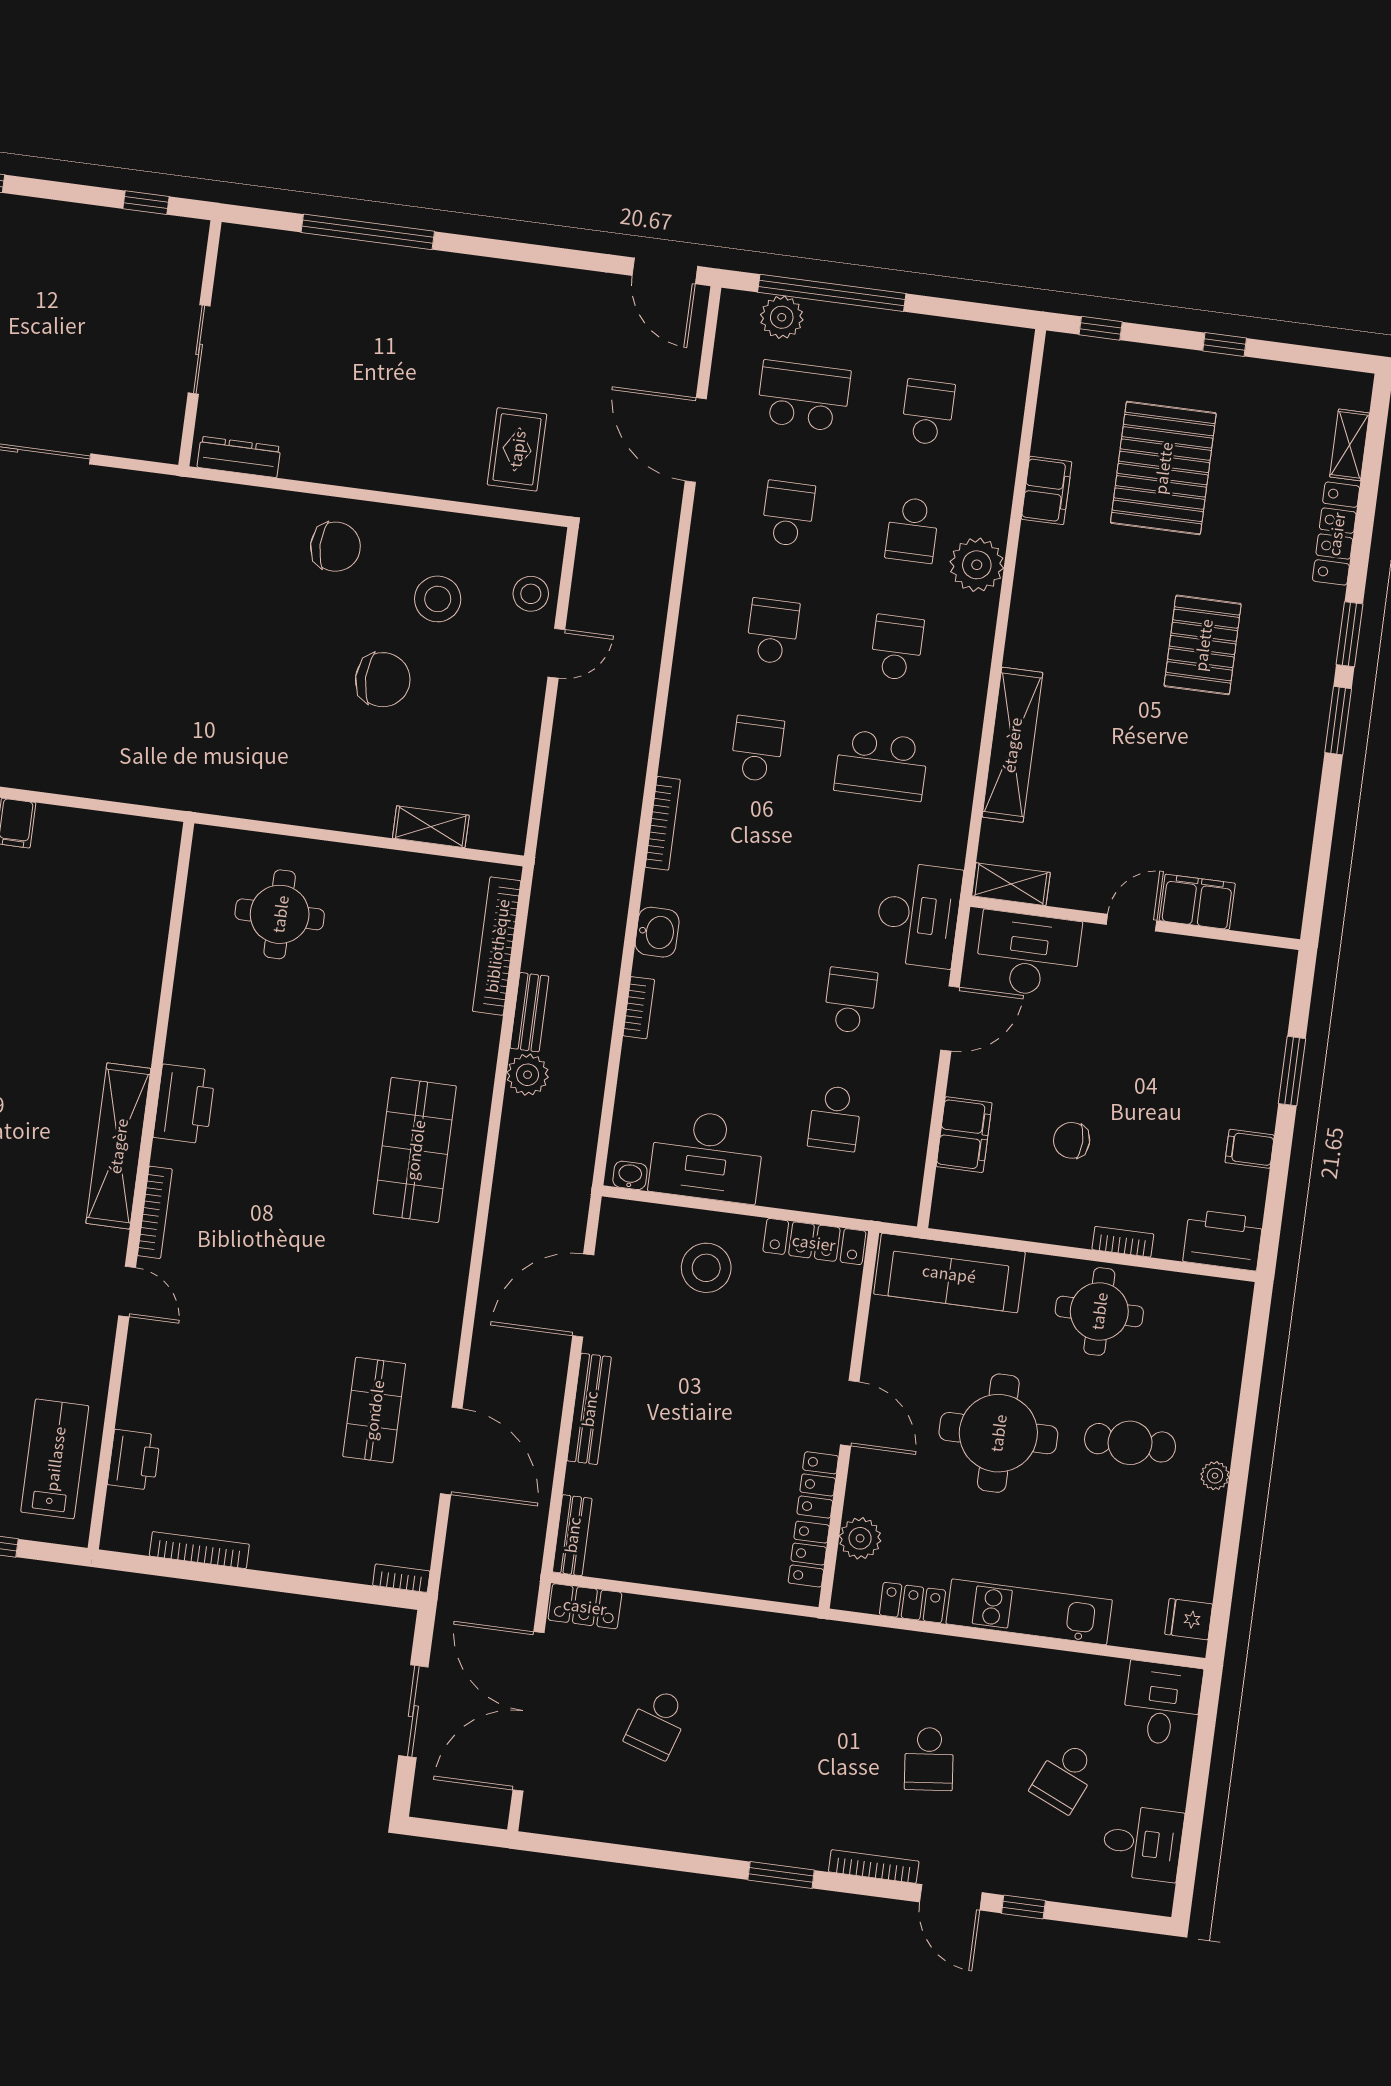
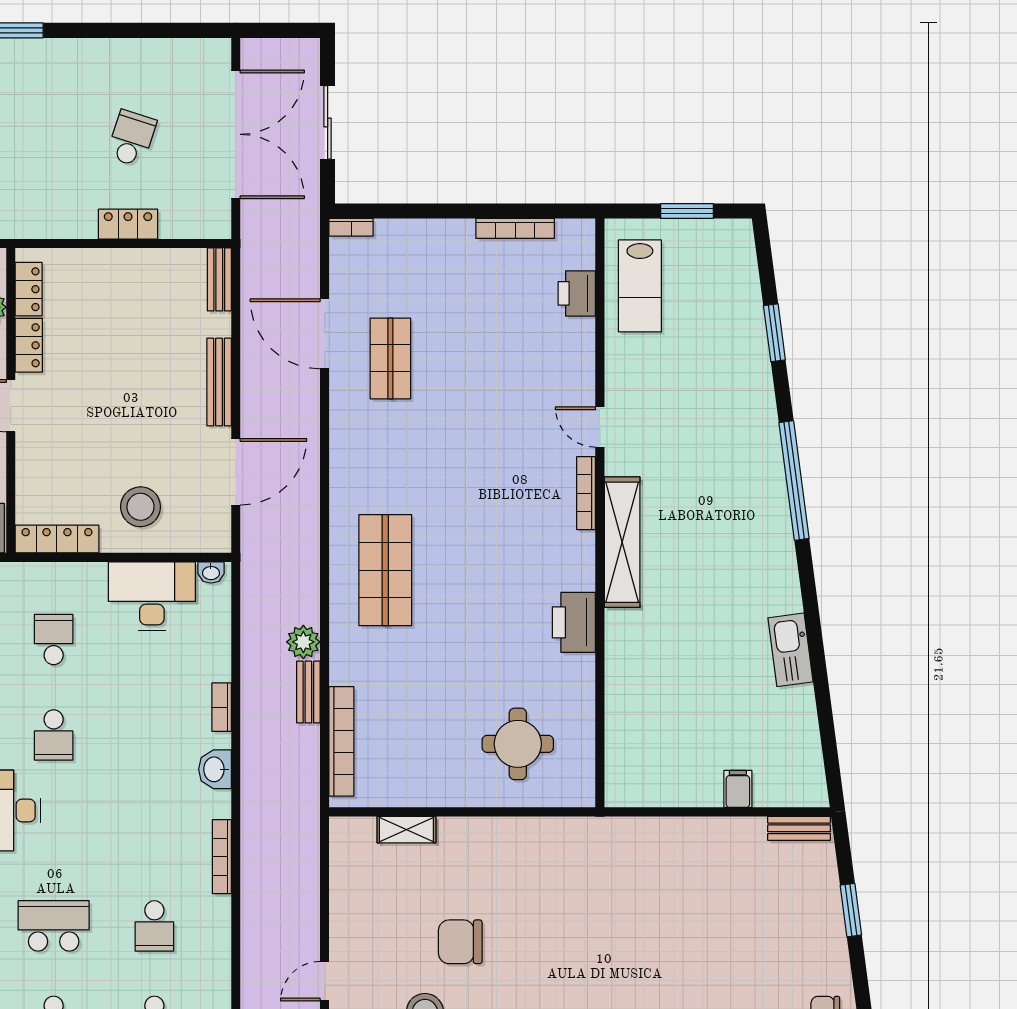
printer: (184, 1104) -> (574, 622), moved
locker: (585, 1606) -> (128, 224), moved

